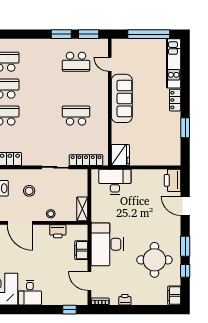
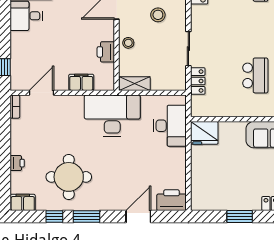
locker: (86, 160) -> (198, 81), width x0.66
desk: (107, 244) -> (112, 116), moved
printer: (125, 300) -> (17, 163), moved

